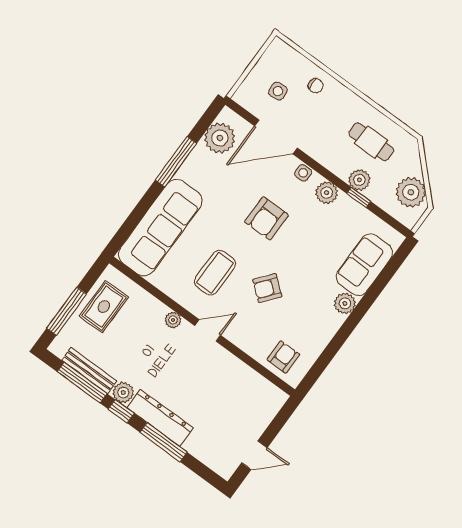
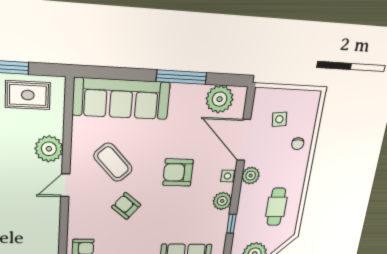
plant: (359, 180) -> (251, 176), moved
coffee table: (215, 273) -> (113, 162), turned 47
plant: (173, 320) -> (49, 149), width x1.88, depth x1.88
door: (208, 330) -> (65, 185), swing flipped

